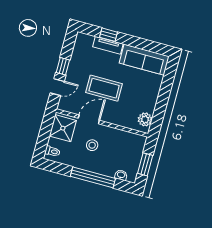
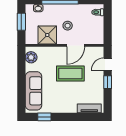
window: (109, 35) -> (44, 117), moved
tv unit: (108, 45) -> (89, 108), moved
sofa: (144, 60) -> (34, 91), moved, turned 90
shower: (63, 128) -> (47, 35), moved

